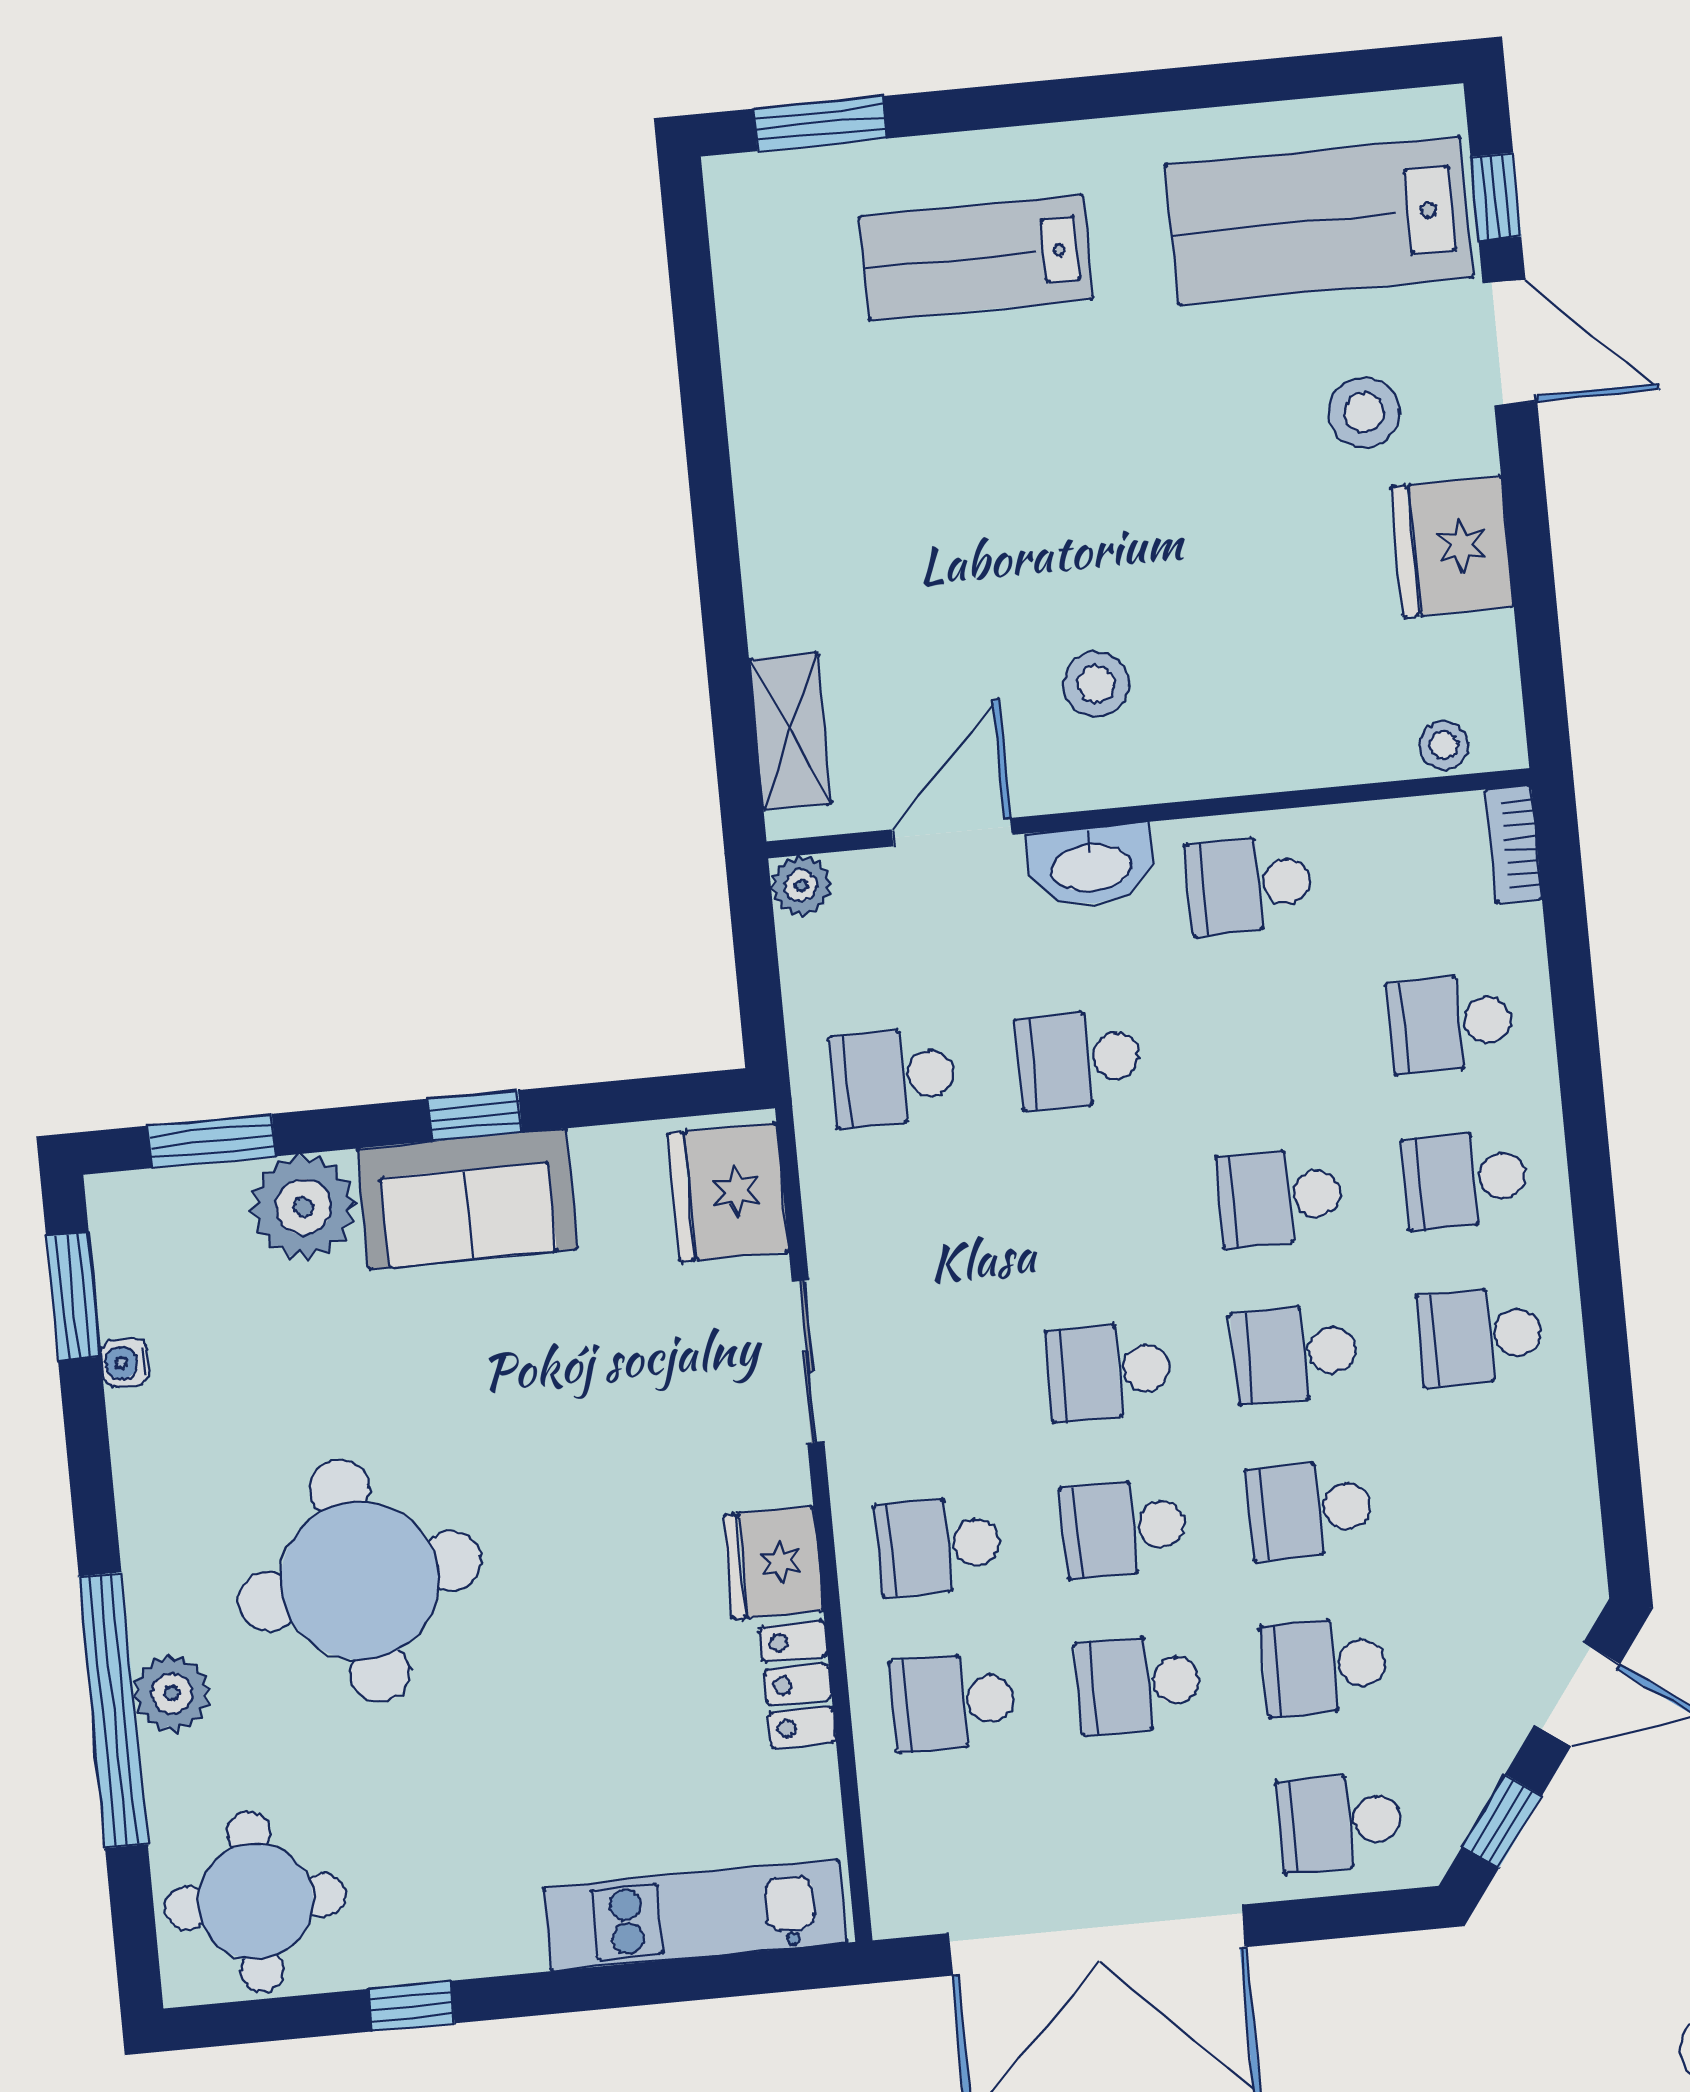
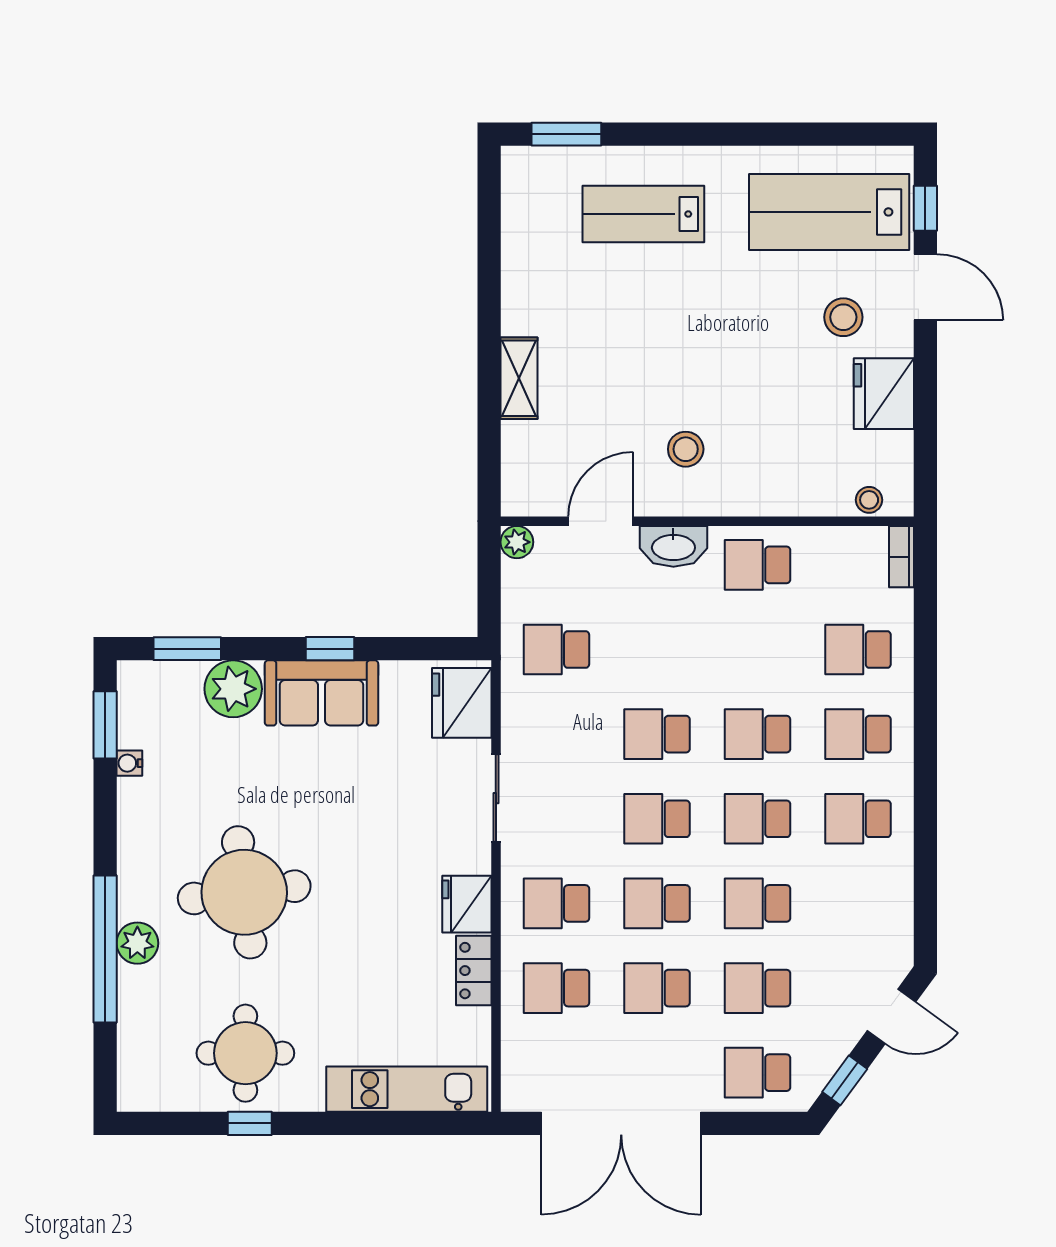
shelving: (790, 731) -> (519, 378), moved
school desk: (1079, 1059) -> (657, 734), moved
round table: (255, 1902) -> (245, 1053), moved

